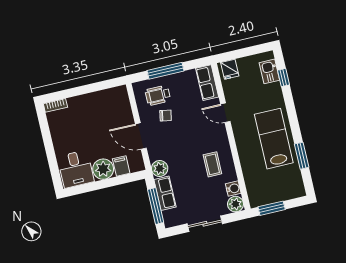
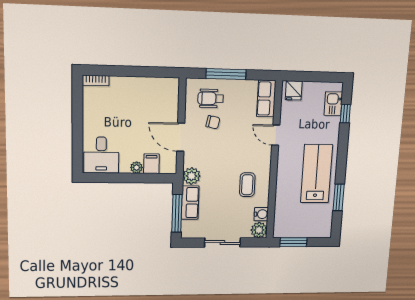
plant: (103, 169) -> (136, 167), width x0.53, depth x0.53

